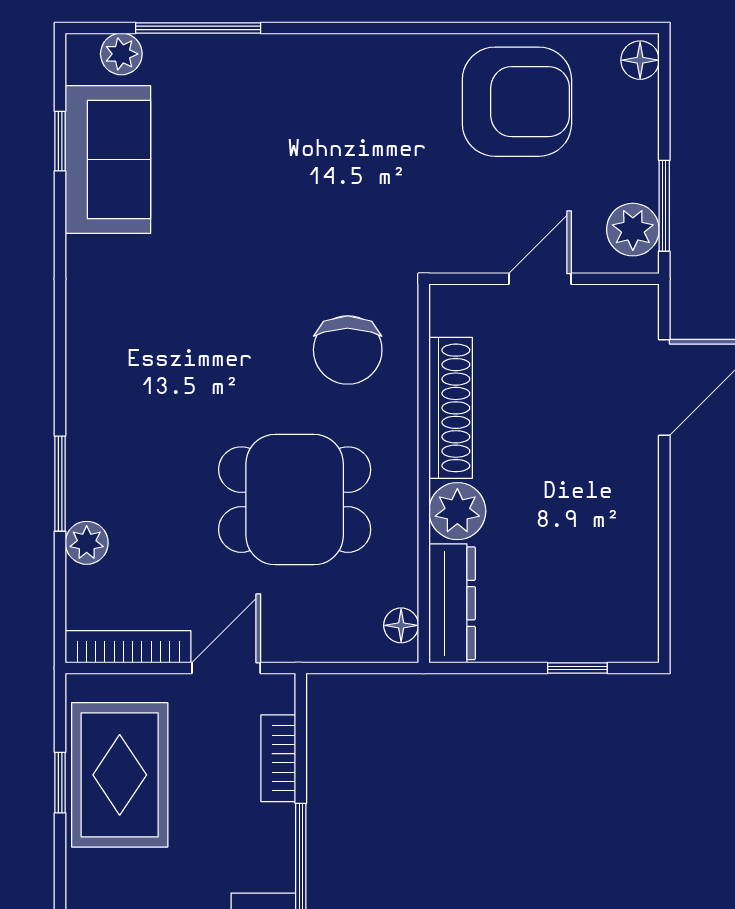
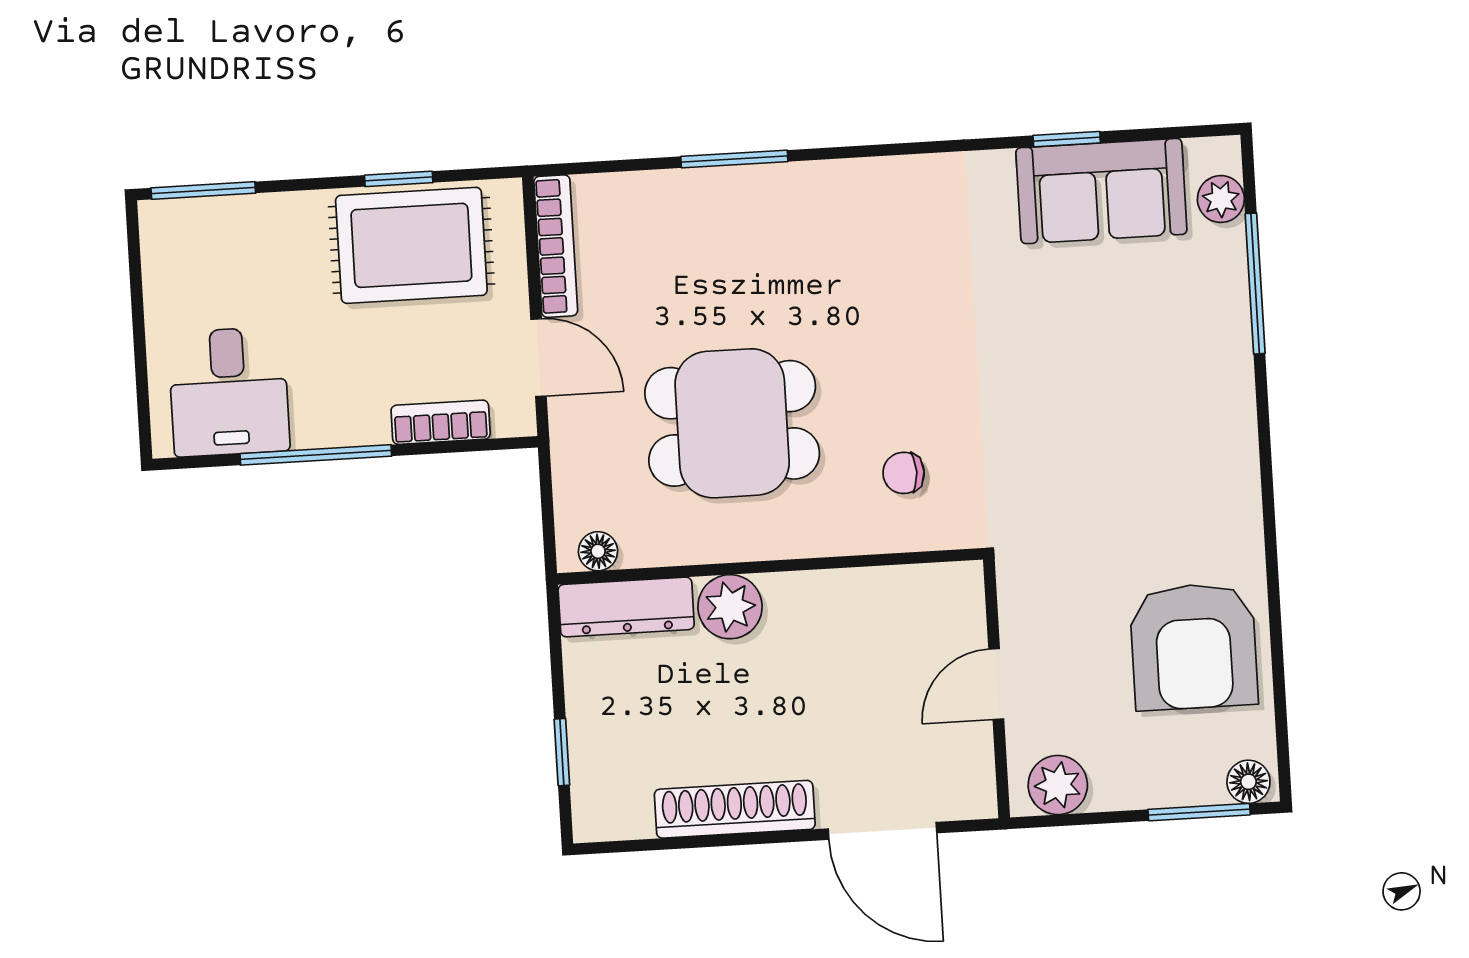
window: (60, 141) -> (1067, 139), moved
window: (664, 206) -> (1199, 812), moved
door: (540, 279) -> (996, 684), swing flipped
chair: (348, 350) -> (904, 473), width x0.54, depth x0.54
shoe rack: (451, 408) -> (735, 809), moved, turned 180
dining table: (295, 500) -> (732, 423), turned 90
plant: (87, 543) -> (670, 193), removed

